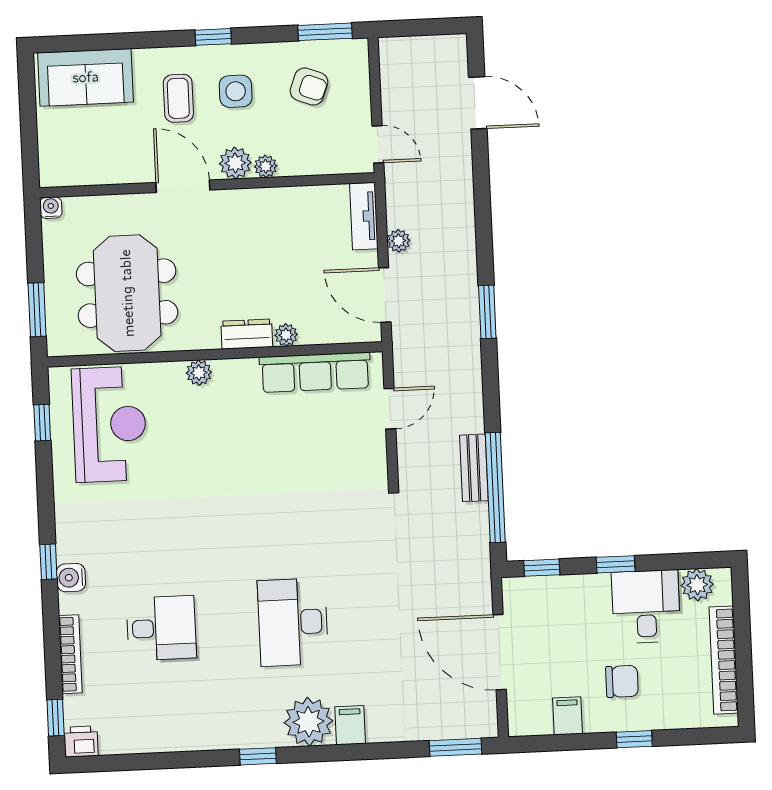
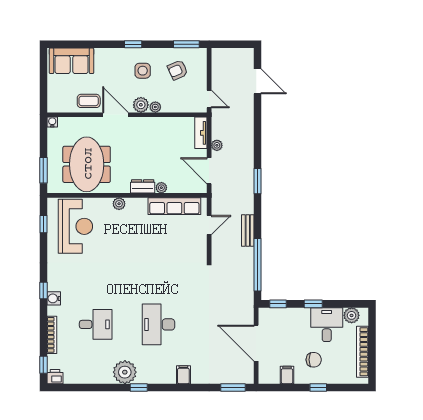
armchair: (309, 87) -> (178, 70), turned 135
coffee table: (178, 98) -> (89, 101), moved, turned 90
bench: (474, 468) -> (248, 230), moved
plant: (309, 722) -> (125, 372), moved

